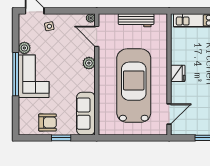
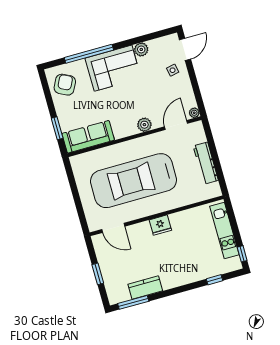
window: (16, 74) -> (89, 54), moved
car: (134, 86) -> (134, 181), turned 180
armchair: (47, 123) -> (65, 85), moved, turned -153
window: (61, 138) -> (57, 128), moved

